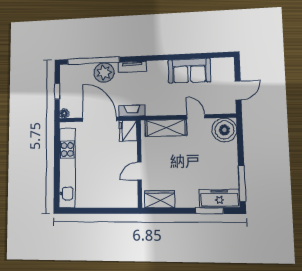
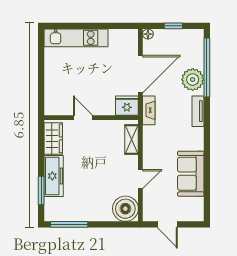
shelving: (166, 128) -> (131, 139), width x0.67, depth x0.75
kitchen unit: (67, 168) -> (76, 38), width x0.73
freezer: (219, 199) -> (54, 176), moved

